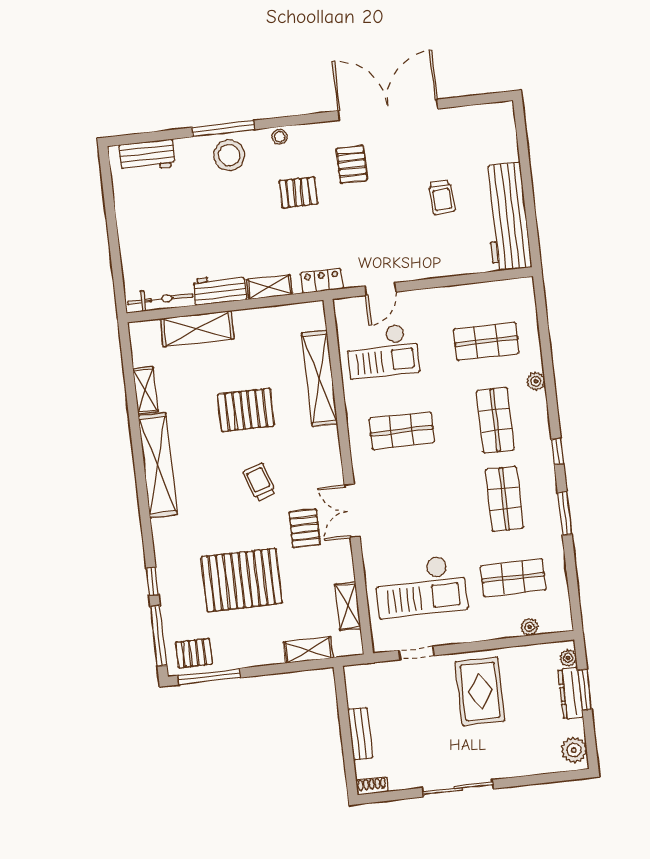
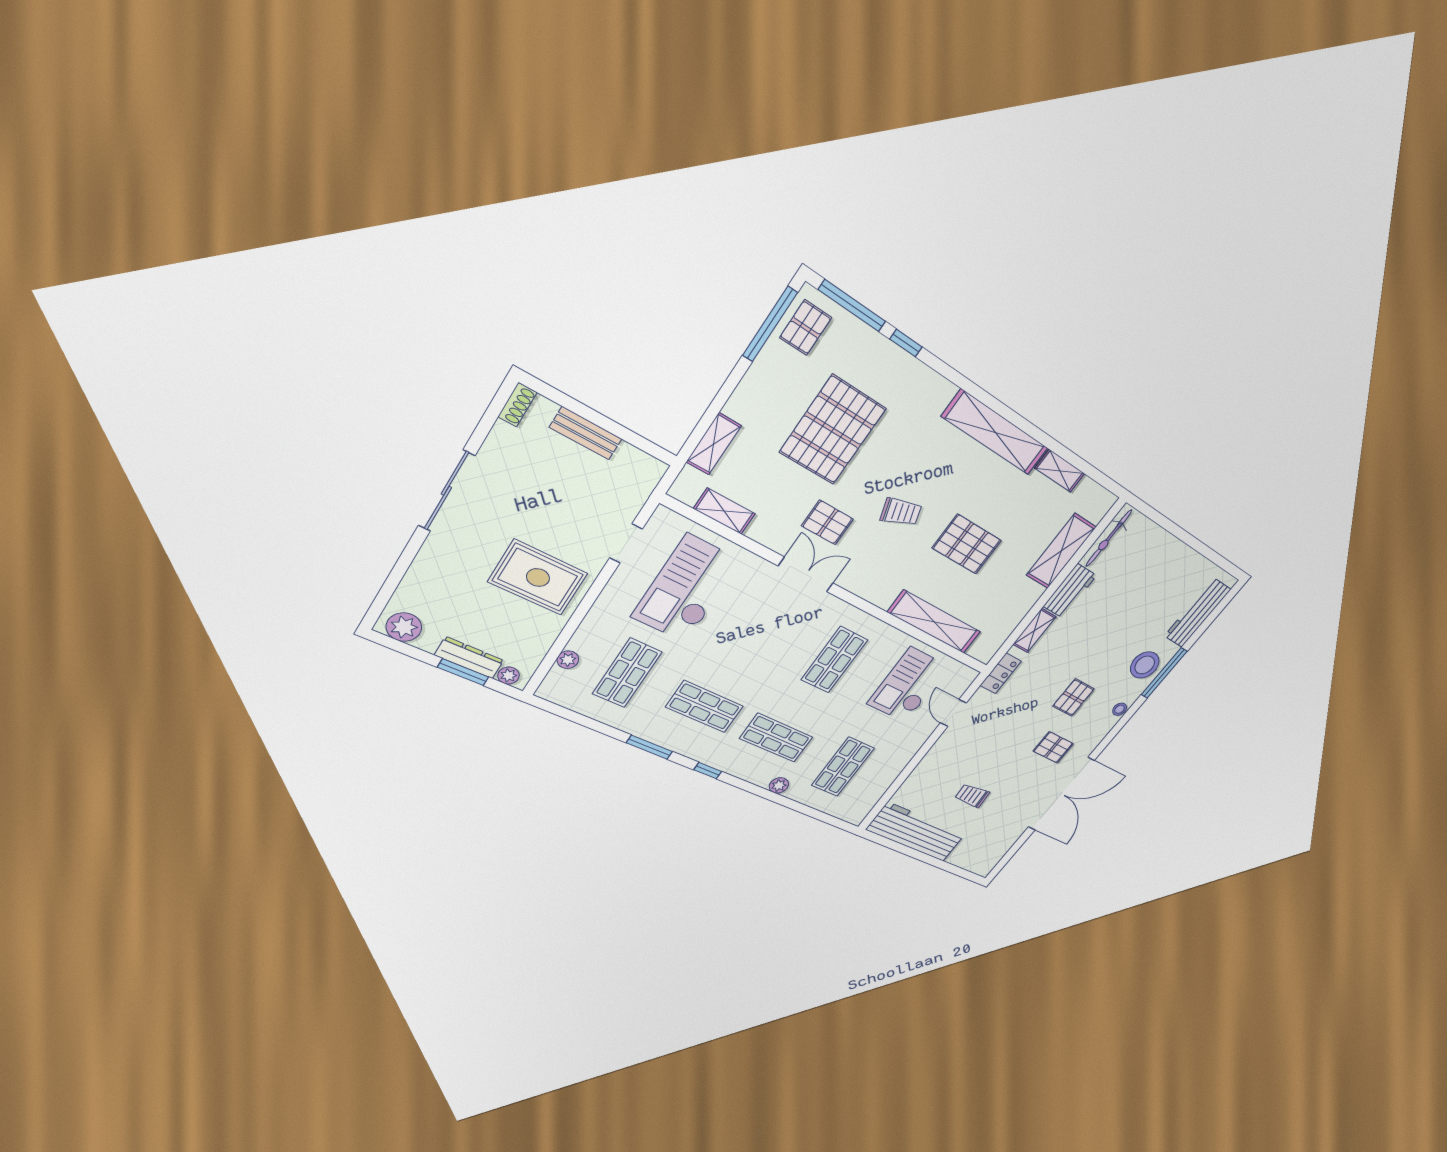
workbench: (147, 156) -> (1197, 613), width x1.38
pallet: (246, 410) -> (967, 544), turned 90

